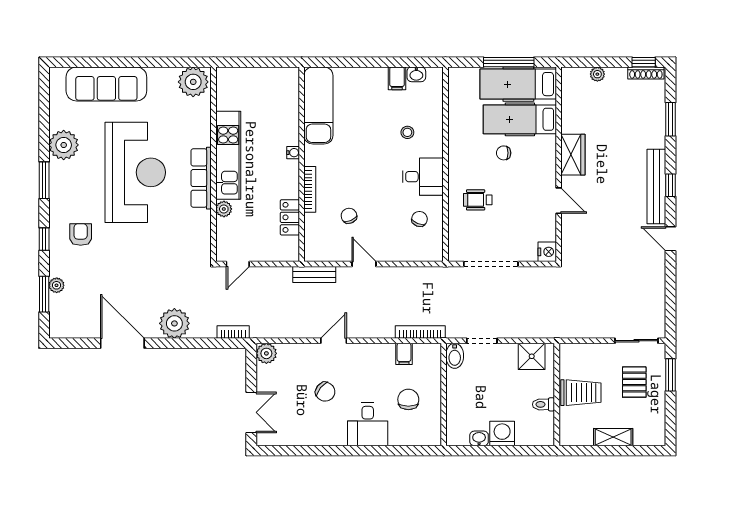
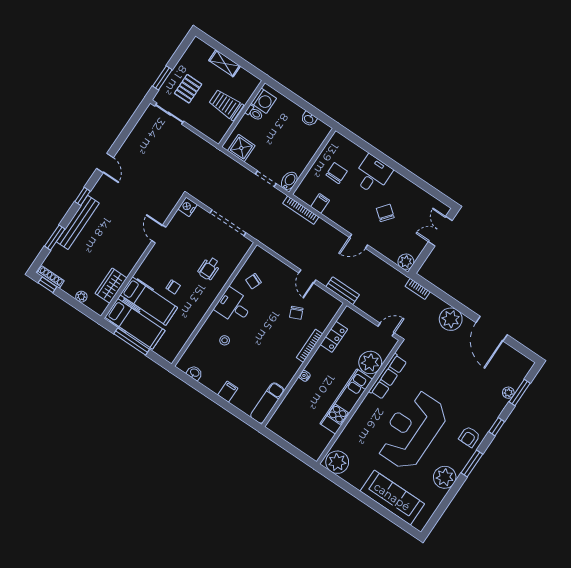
filing cabinet: (397, 78) -> (228, 392), moved
exam couch: (318, 105) -> (267, 403), width x0.73, depth x0.69
wardrobe: (573, 155) -> (111, 286), moved
row of seats: (201, 178) -> (388, 376), moved
bench: (656, 187) -> (78, 222), moved
wheelchair: (478, 200) -> (209, 268), turned 90
plant: (224, 209) -> (370, 362), width x1.88, depth x1.88
armchair: (81, 234) -> (469, 437), moved
chair: (408, 399) -> (337, 173), turned 180
washing machine: (502, 434) -> (264, 101), moved, turned -90

